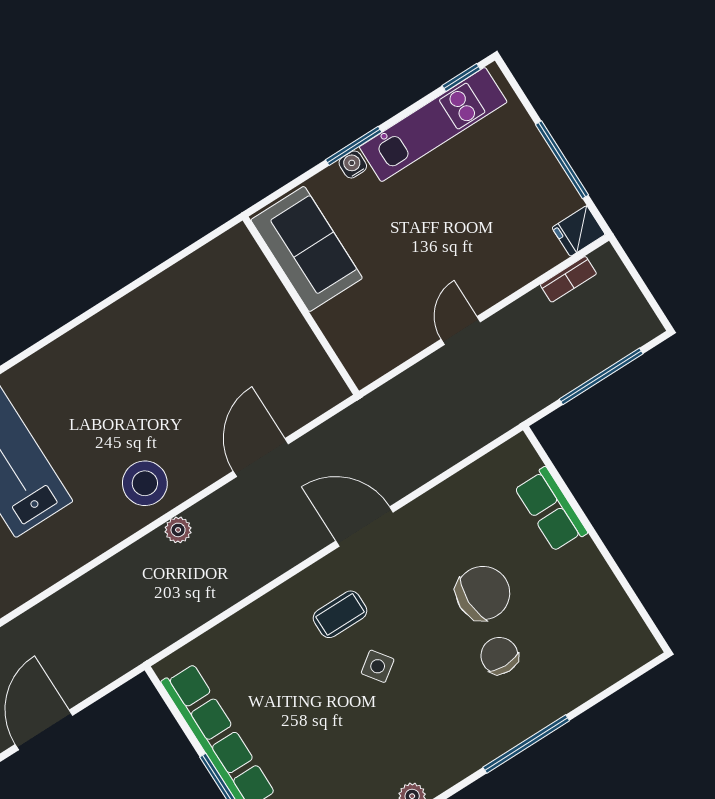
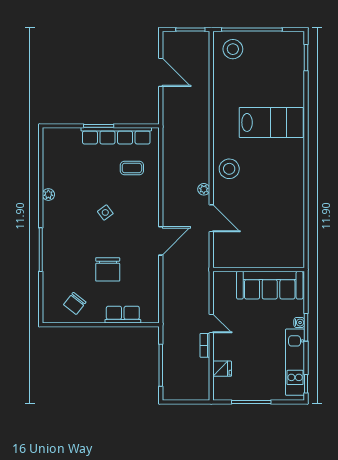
fridge: (579, 231) -> (222, 369), moved, turned 90
sofa: (307, 249) -> (270, 285), width x1.36
bookcase: (568, 279) -> (205, 345), moved
plant: (178, 530) -> (204, 189), moved
coffee table: (340, 614) -> (132, 168), moved, turned 90
chair: (499, 656) -> (75, 303), moved, turned 128

